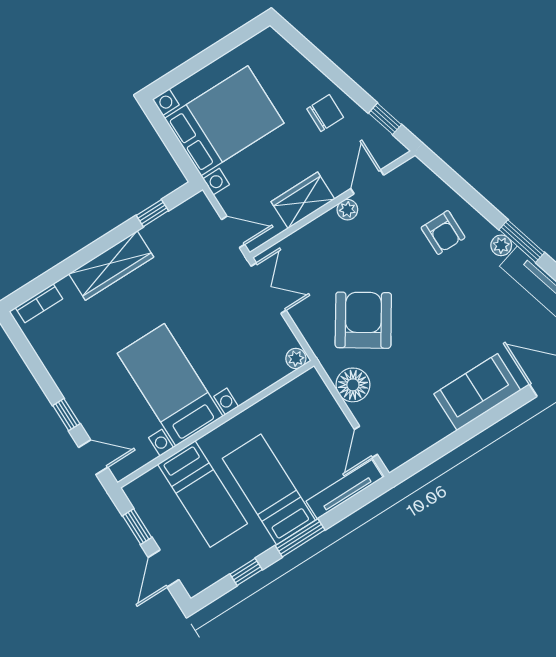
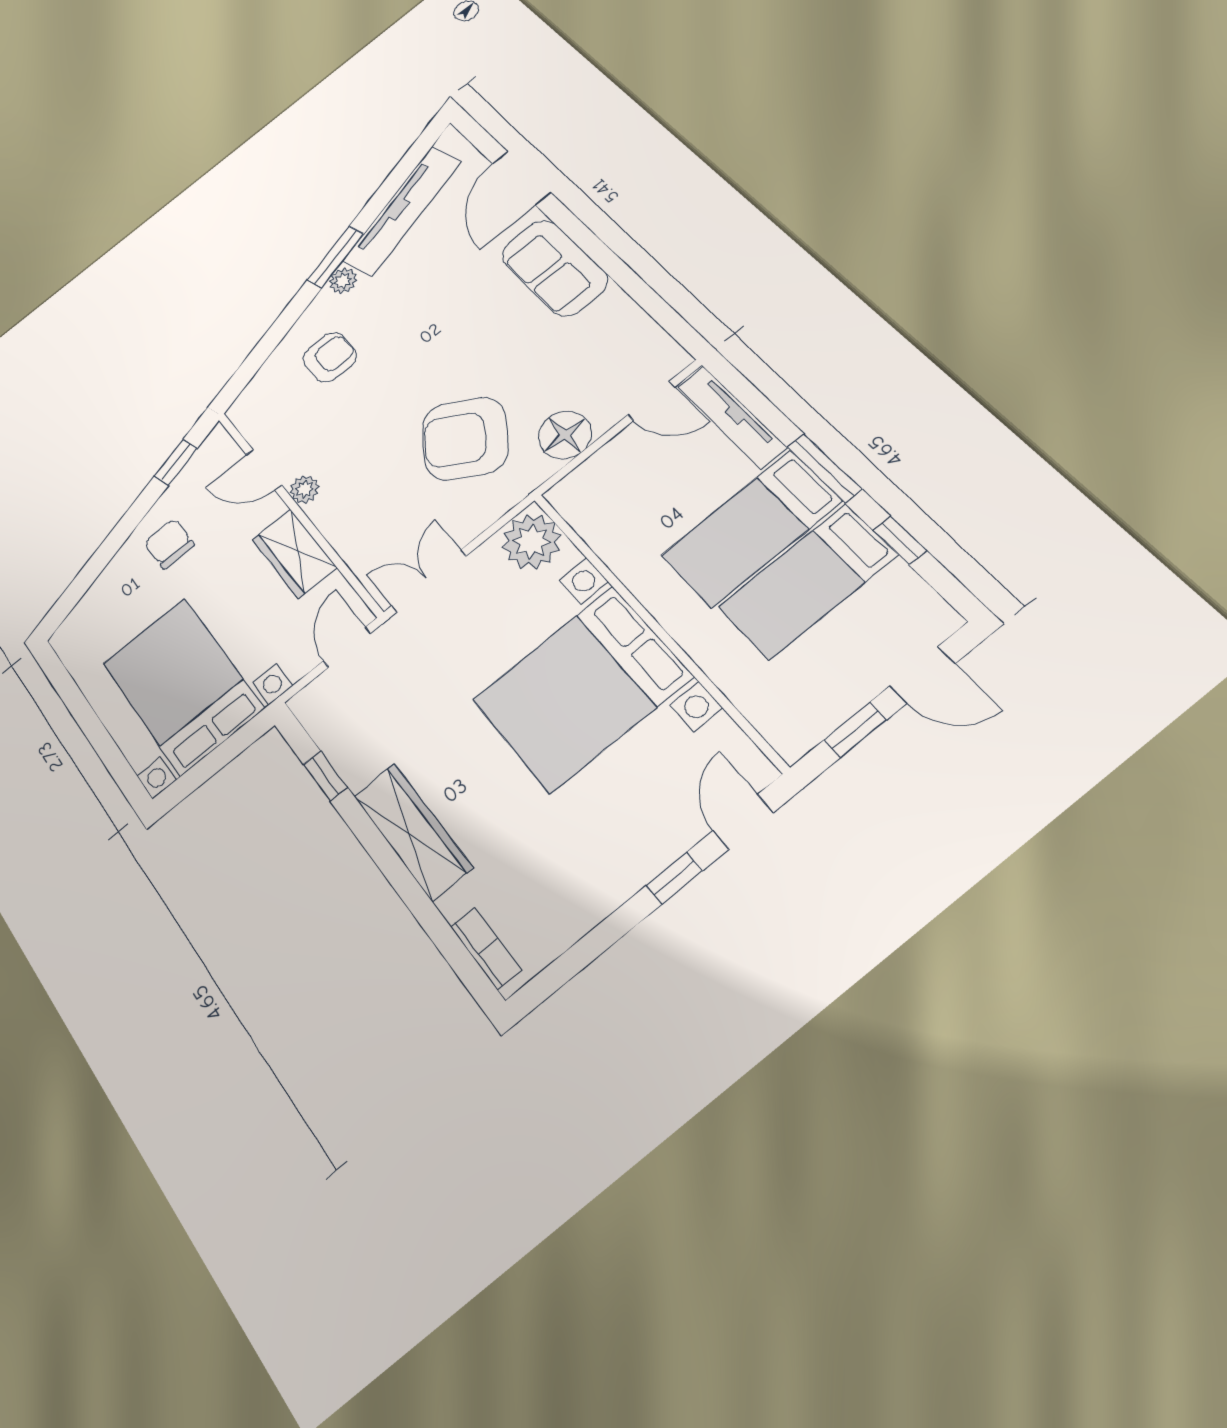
plant: (296, 358) -> (531, 542), width x1.88, depth x1.88
bed with nightstands: (170, 385) -> (582, 688), width x1.36
bed: (202, 494) -> (808, 581), moved, turned 180

